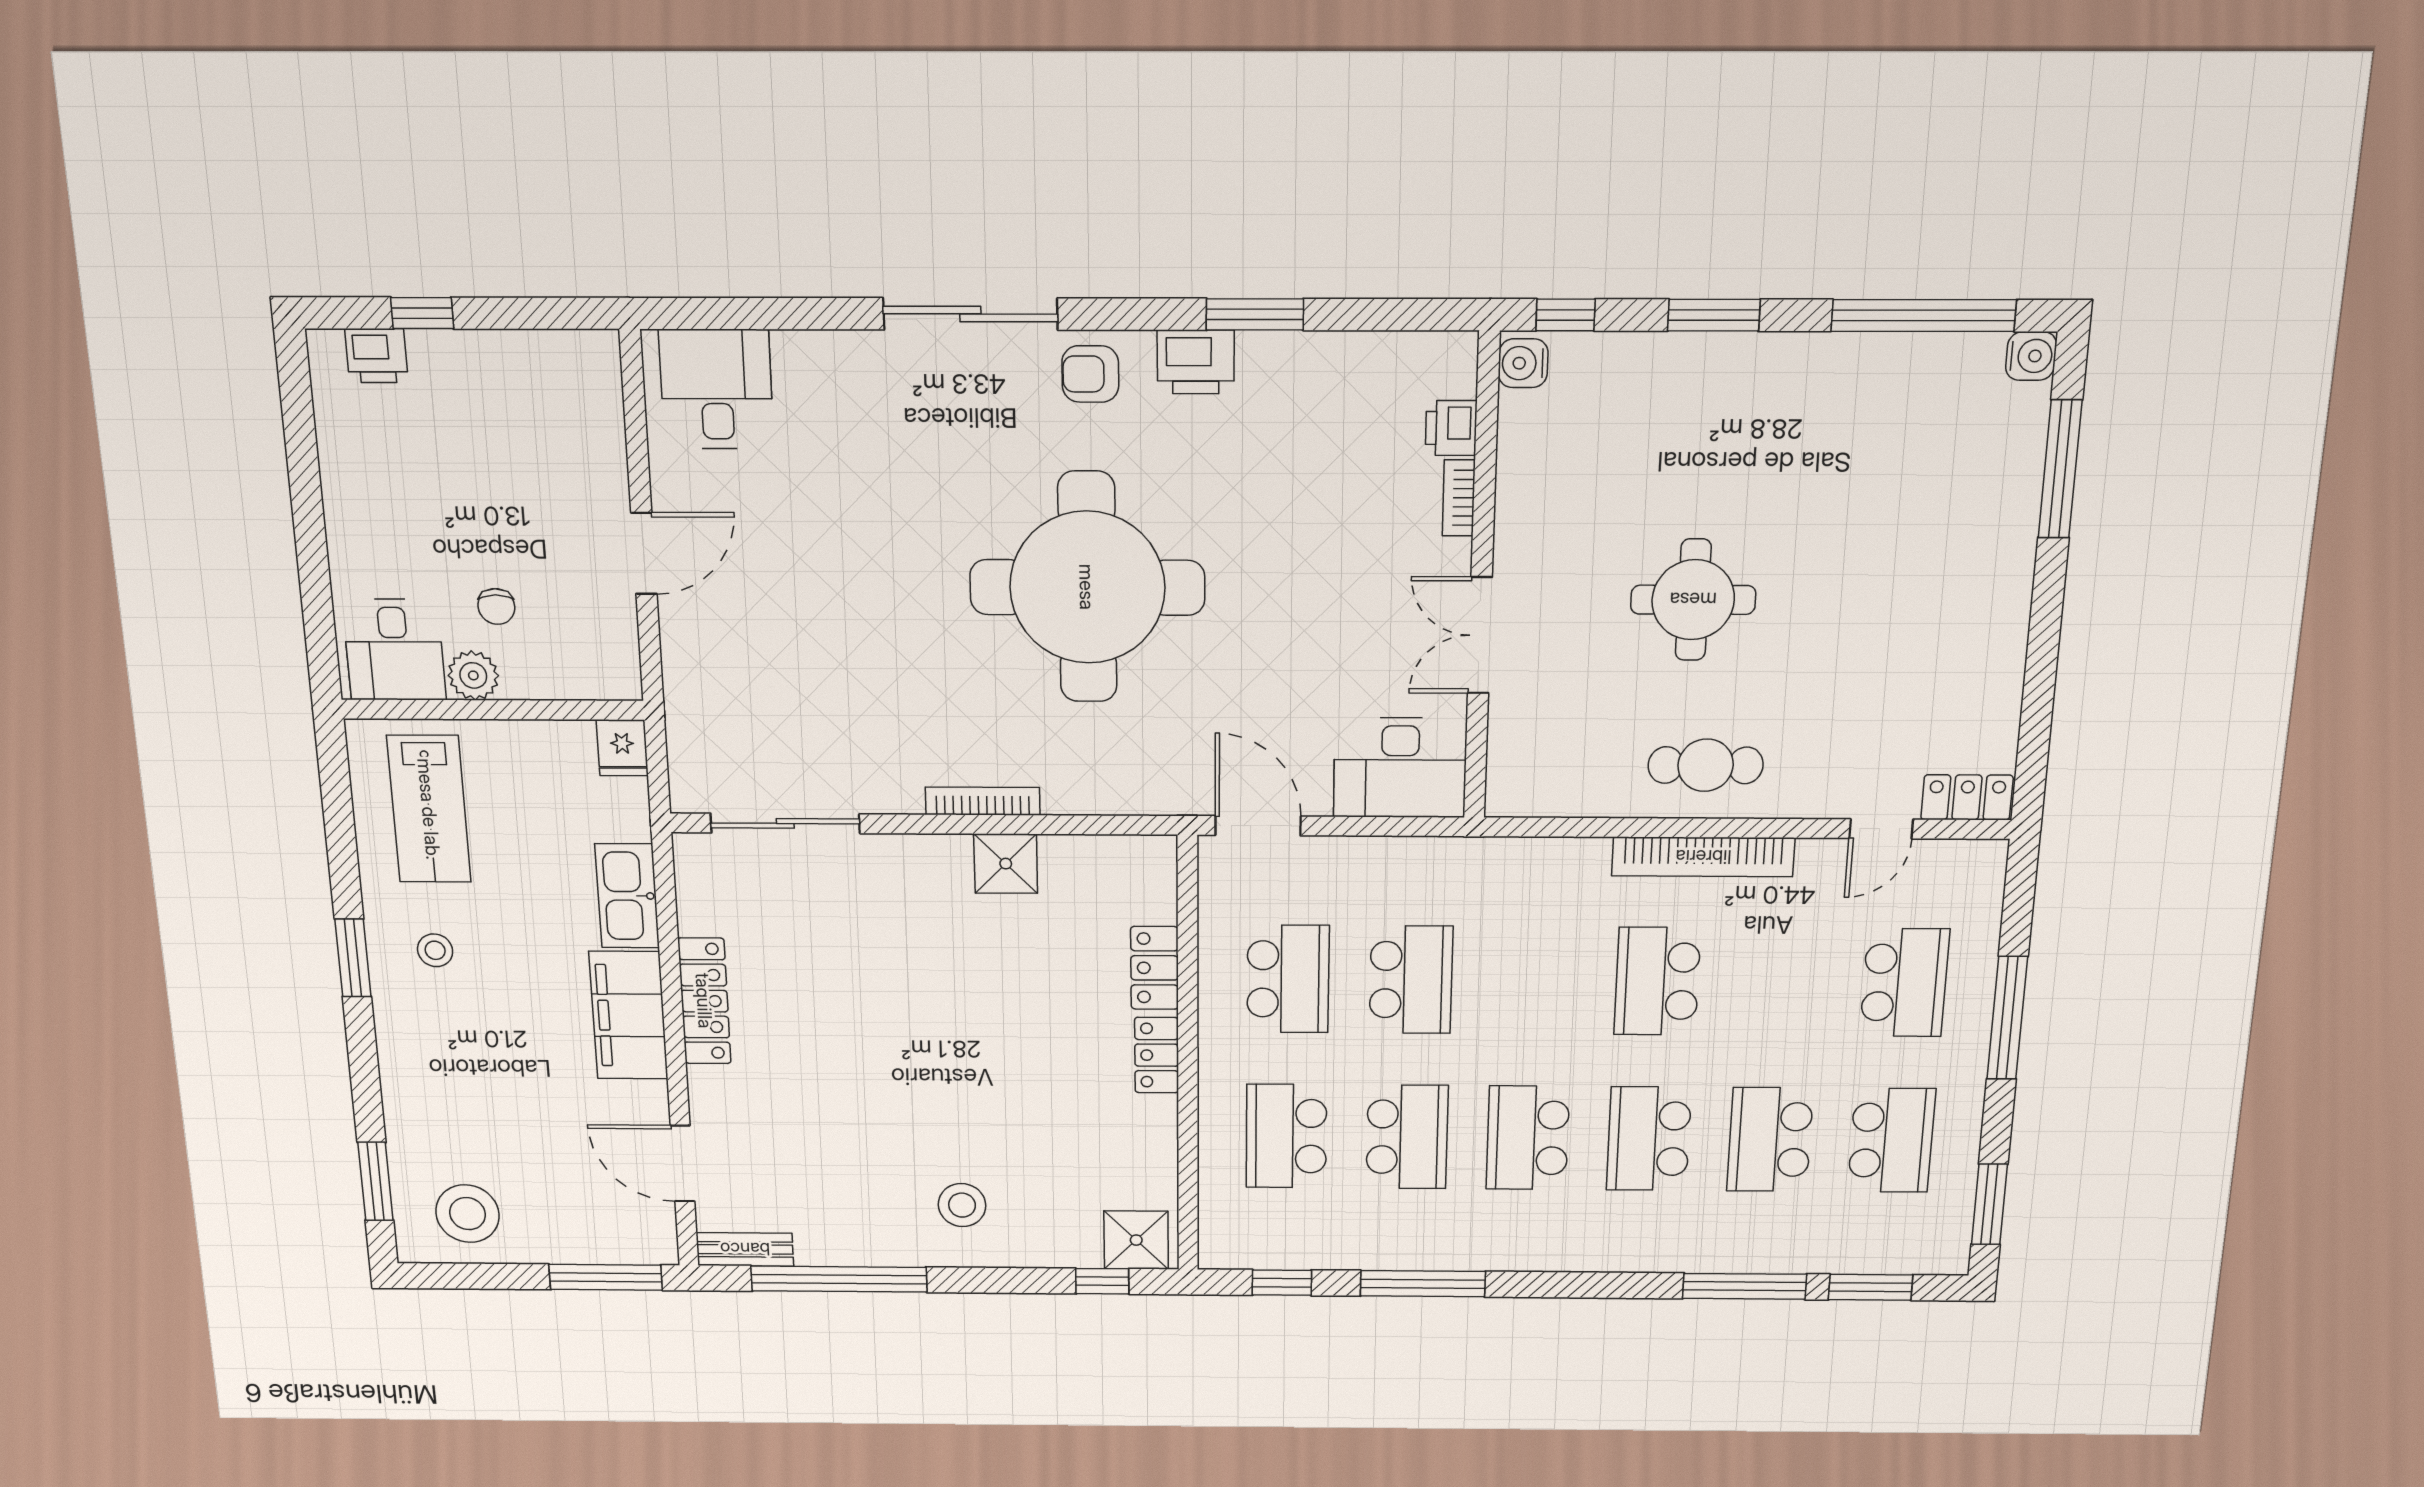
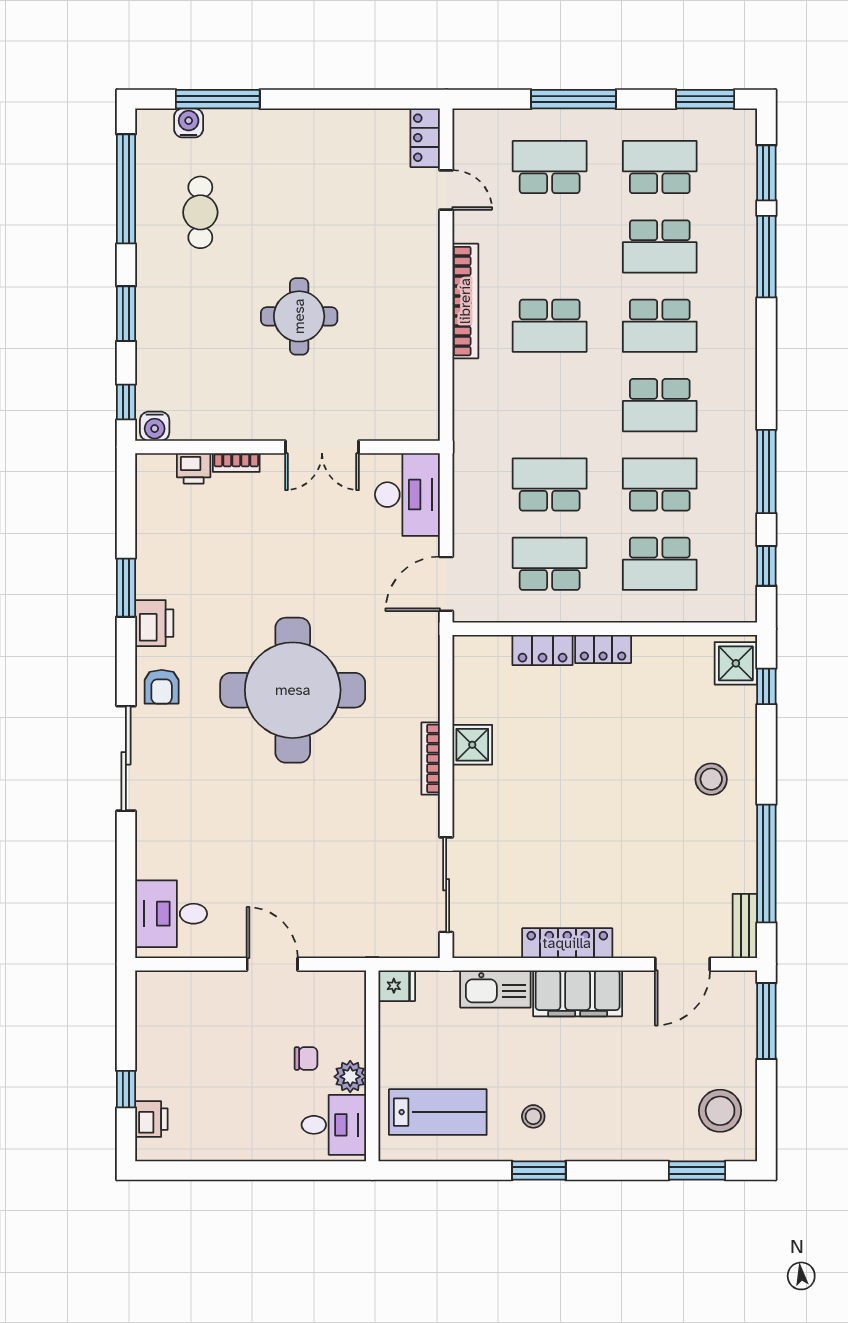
water cooler: (2031, 356) -> (189, 123), moved
cafe table: (1706, 765) -> (200, 212), moved

